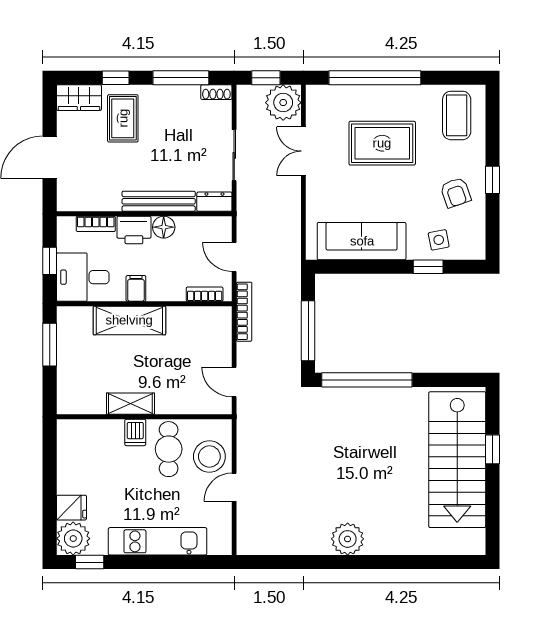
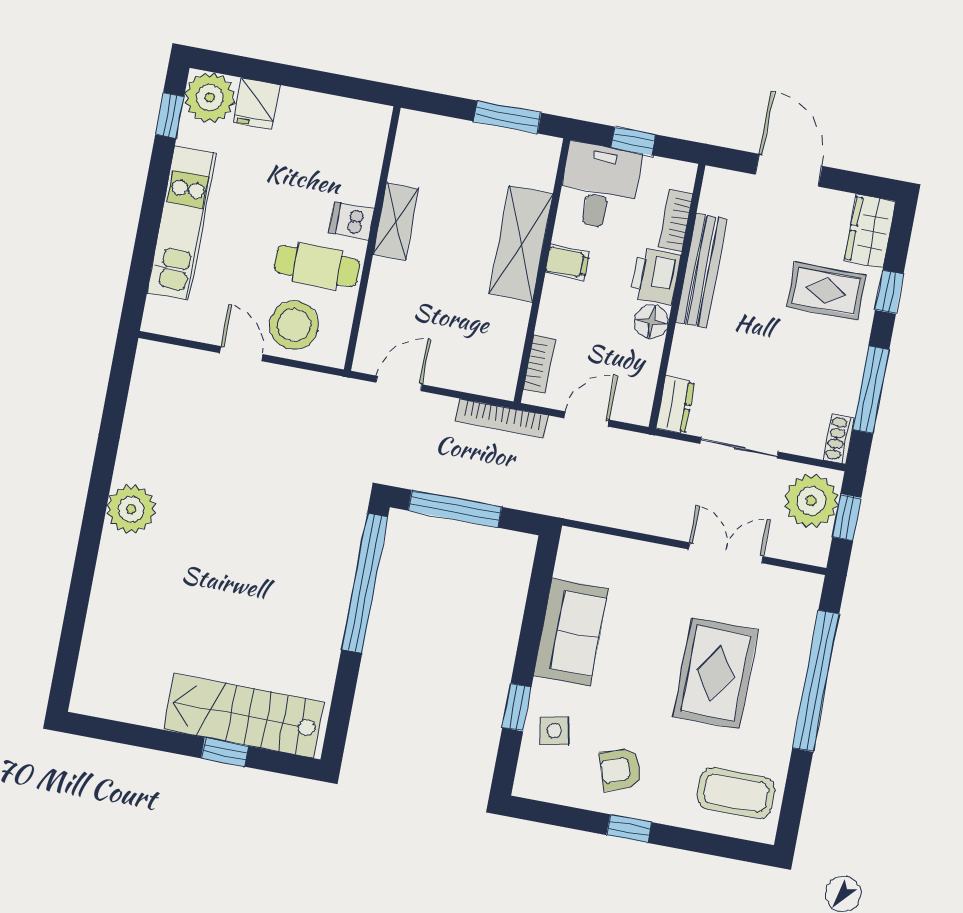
plant: (283, 103) -> (811, 501), moved
bench: (159, 201) -> (701, 271), moved
sofa: (362, 241) -> (571, 632), width x0.73
stairs: (457, 460) -> (244, 716), width x0.73, depth x0.66

